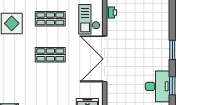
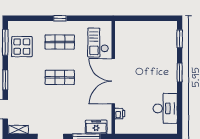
printer: (111, 12) -> (120, 114), moved
window: (172, 86) -> (180, 39), moved

